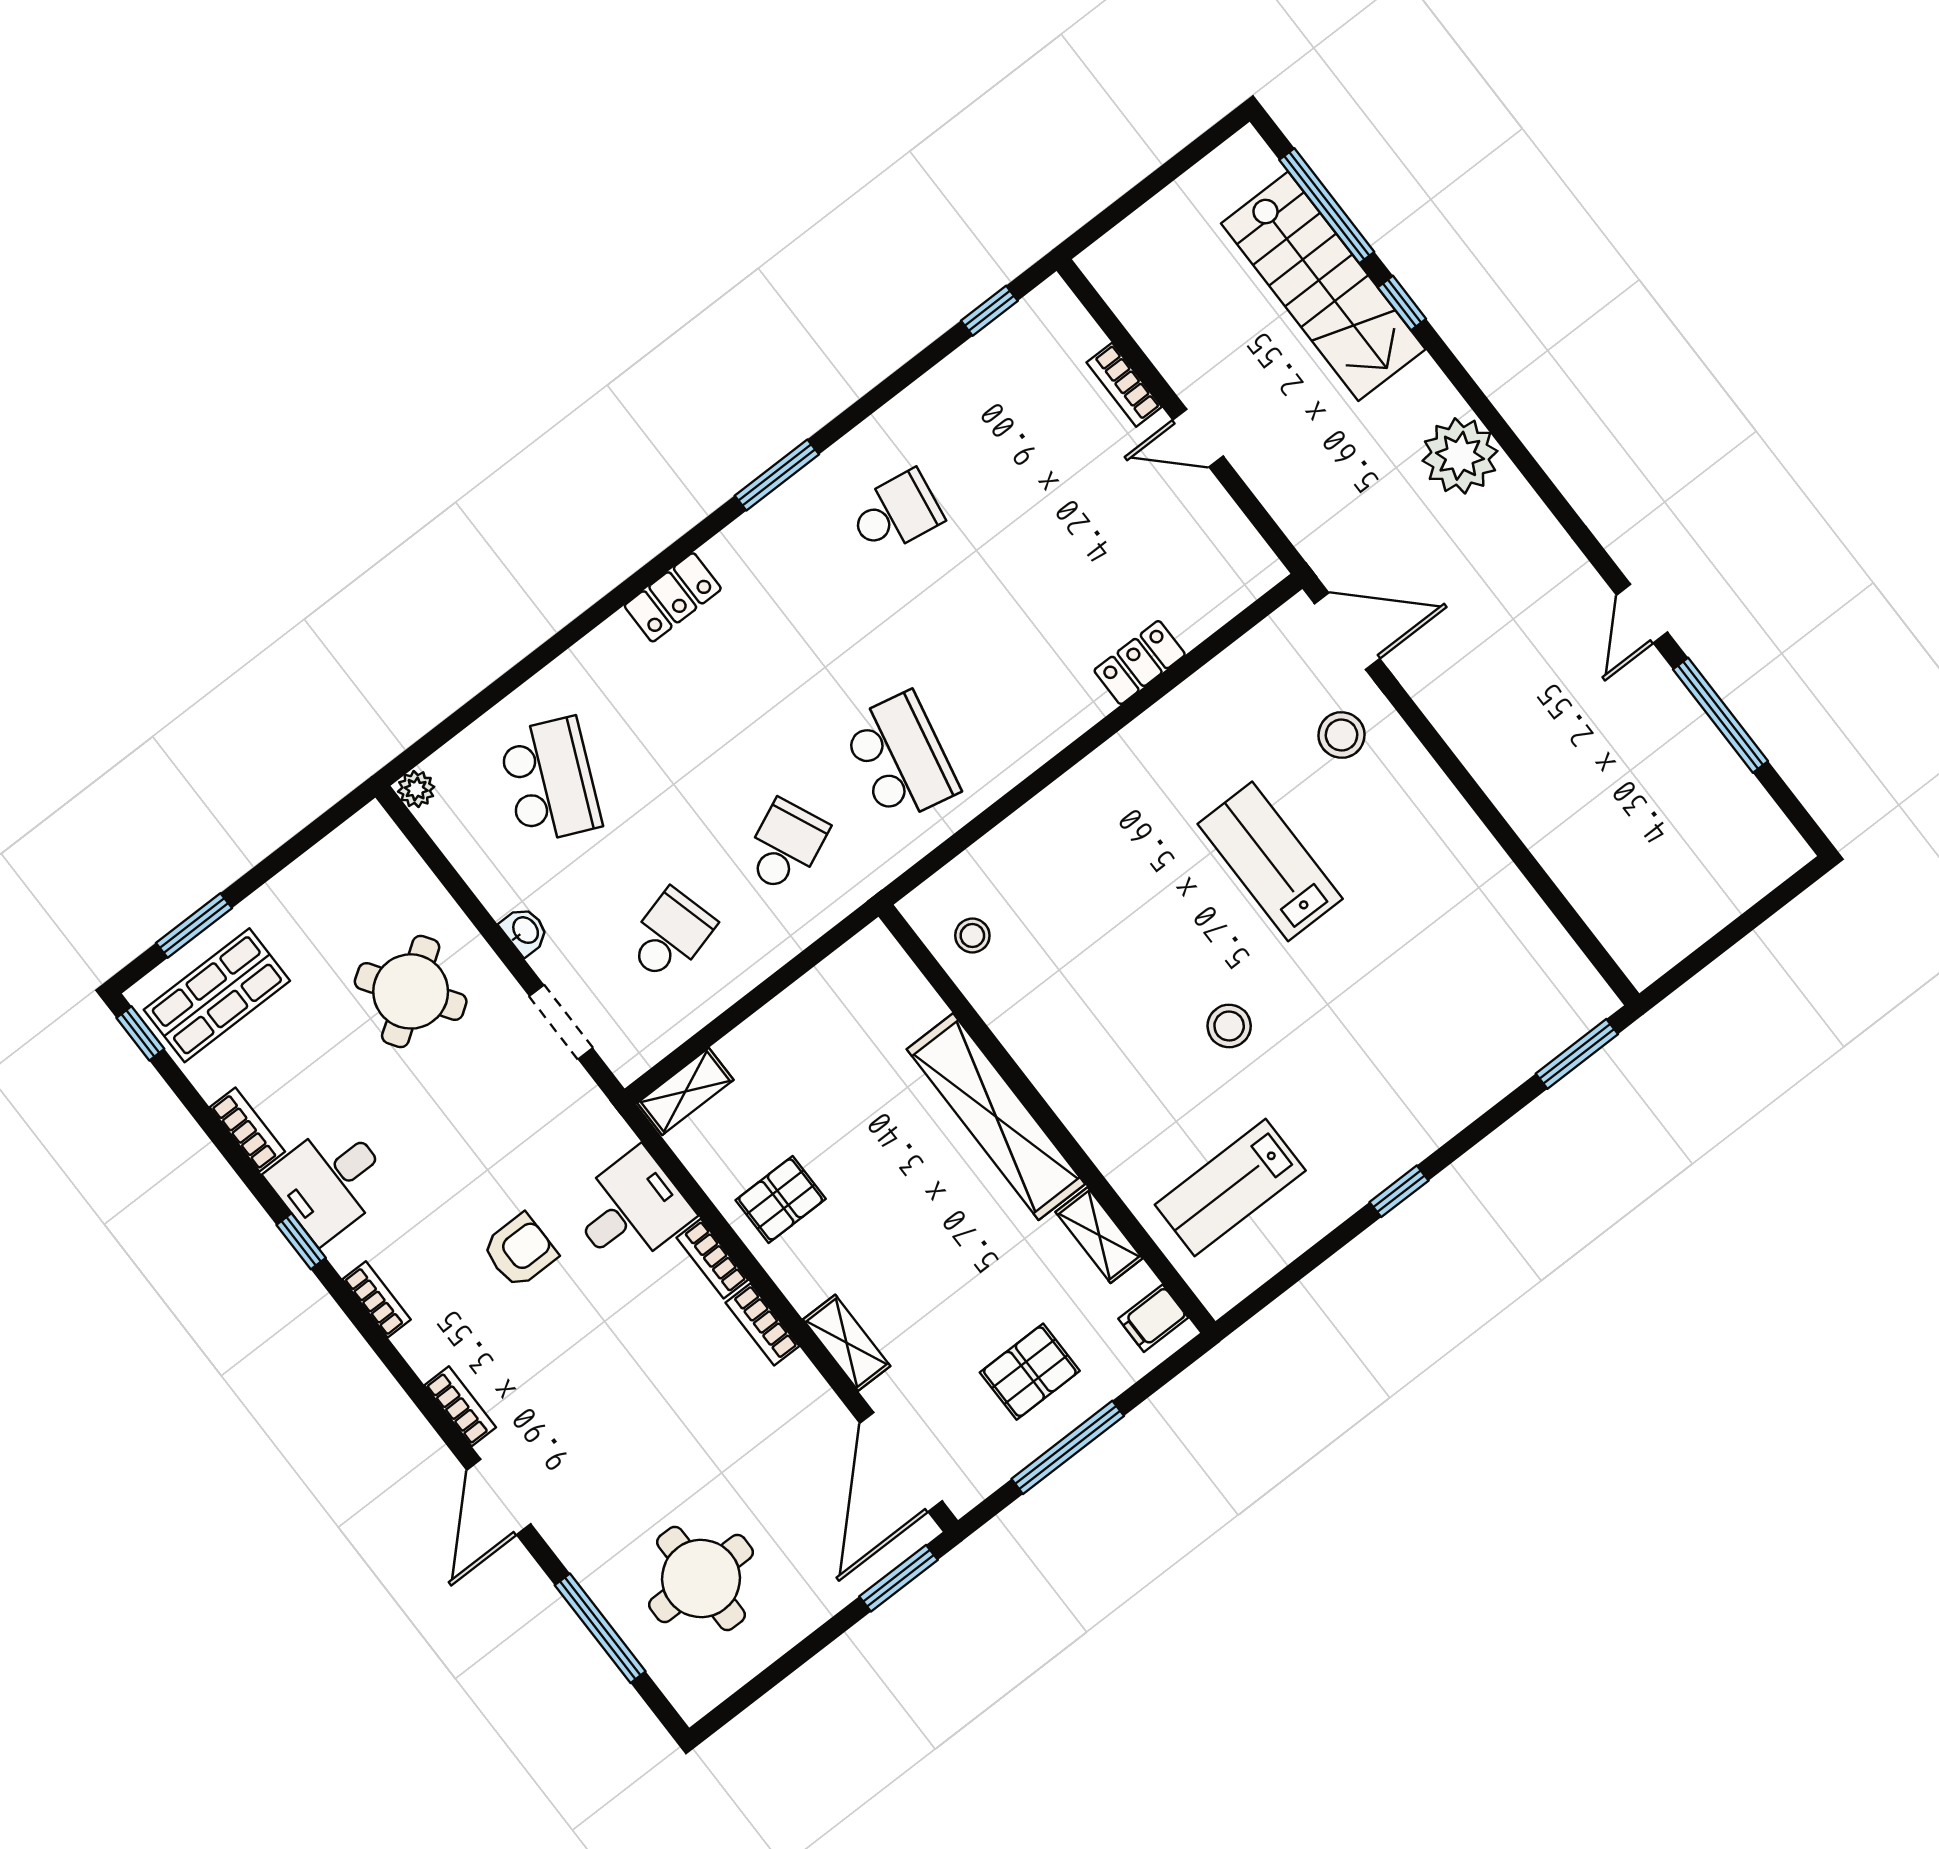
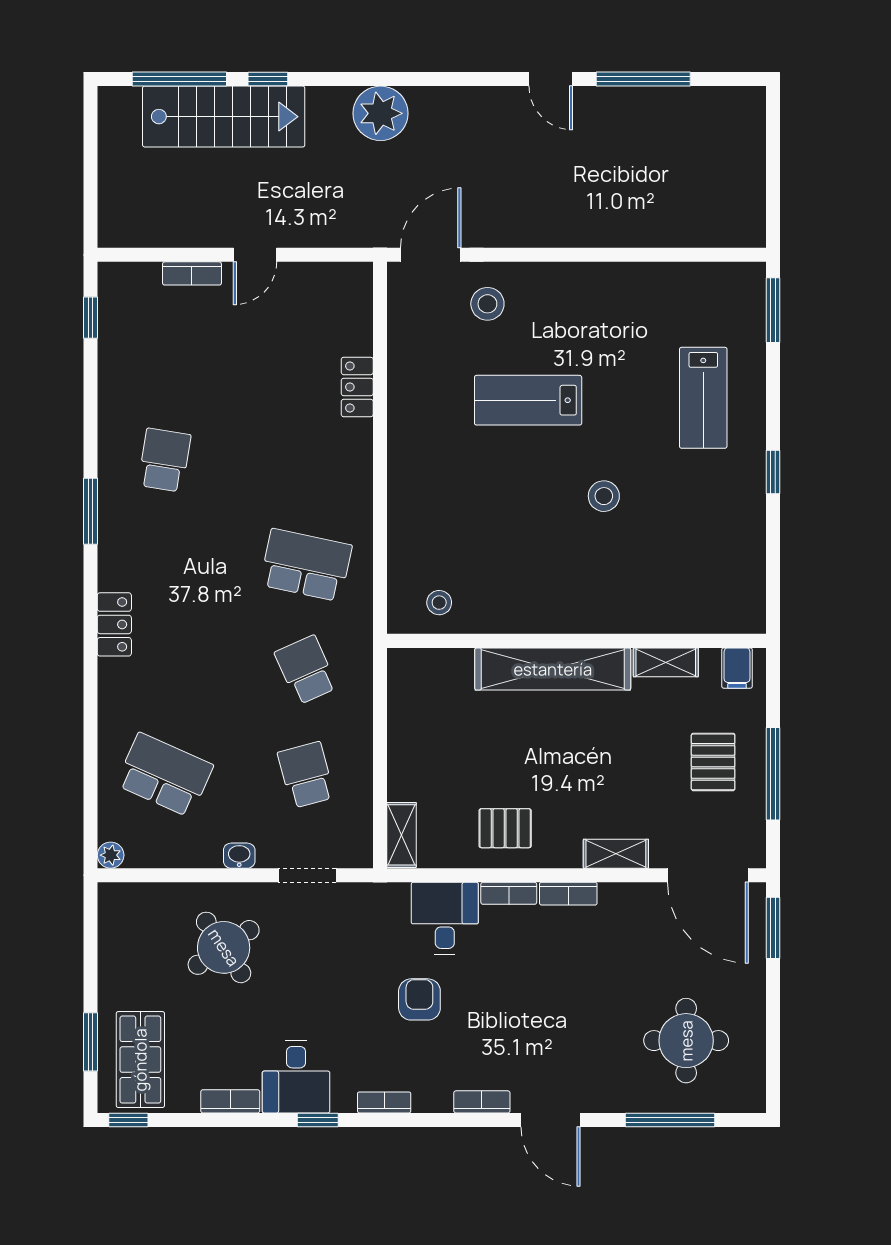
lab bench: (1230, 1188) -> (703, 398), moved
pallet: (781, 1199) -> (505, 828), turned 90

